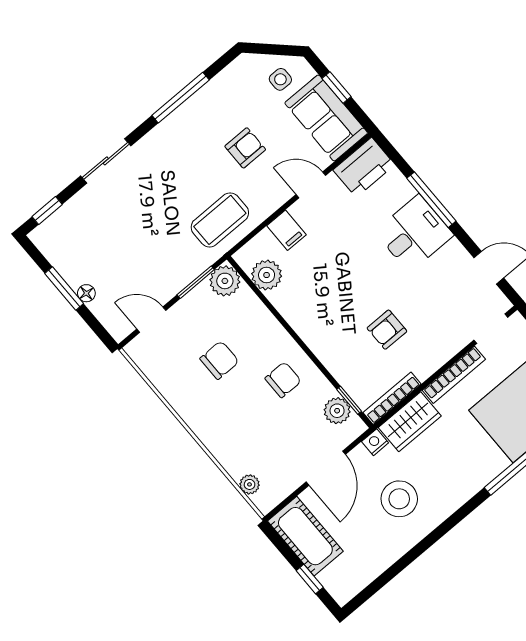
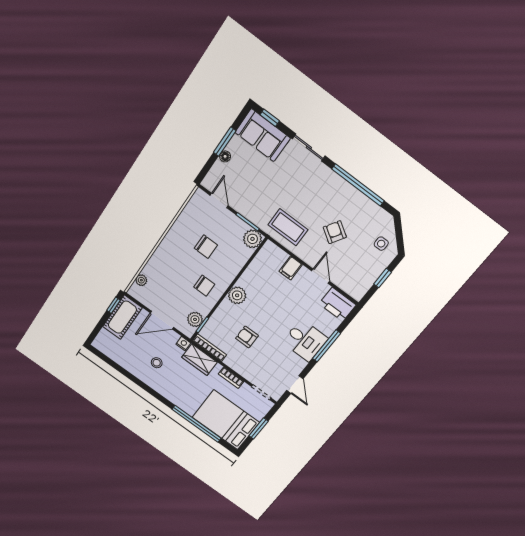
window: (181, 98) -> (358, 185), width x1.46
sofa: (326, 118) -> (263, 135), moved, turned -90
armchair: (245, 148) -> (335, 232), turned -148
plant: (267, 275) -> (237, 295), moved
bookcase: (454, 375) -> (231, 378), width x0.64
stool: (399, 499) -> (157, 363), width x0.53, depth x0.53
window: (310, 579) -> (113, 305), moved

